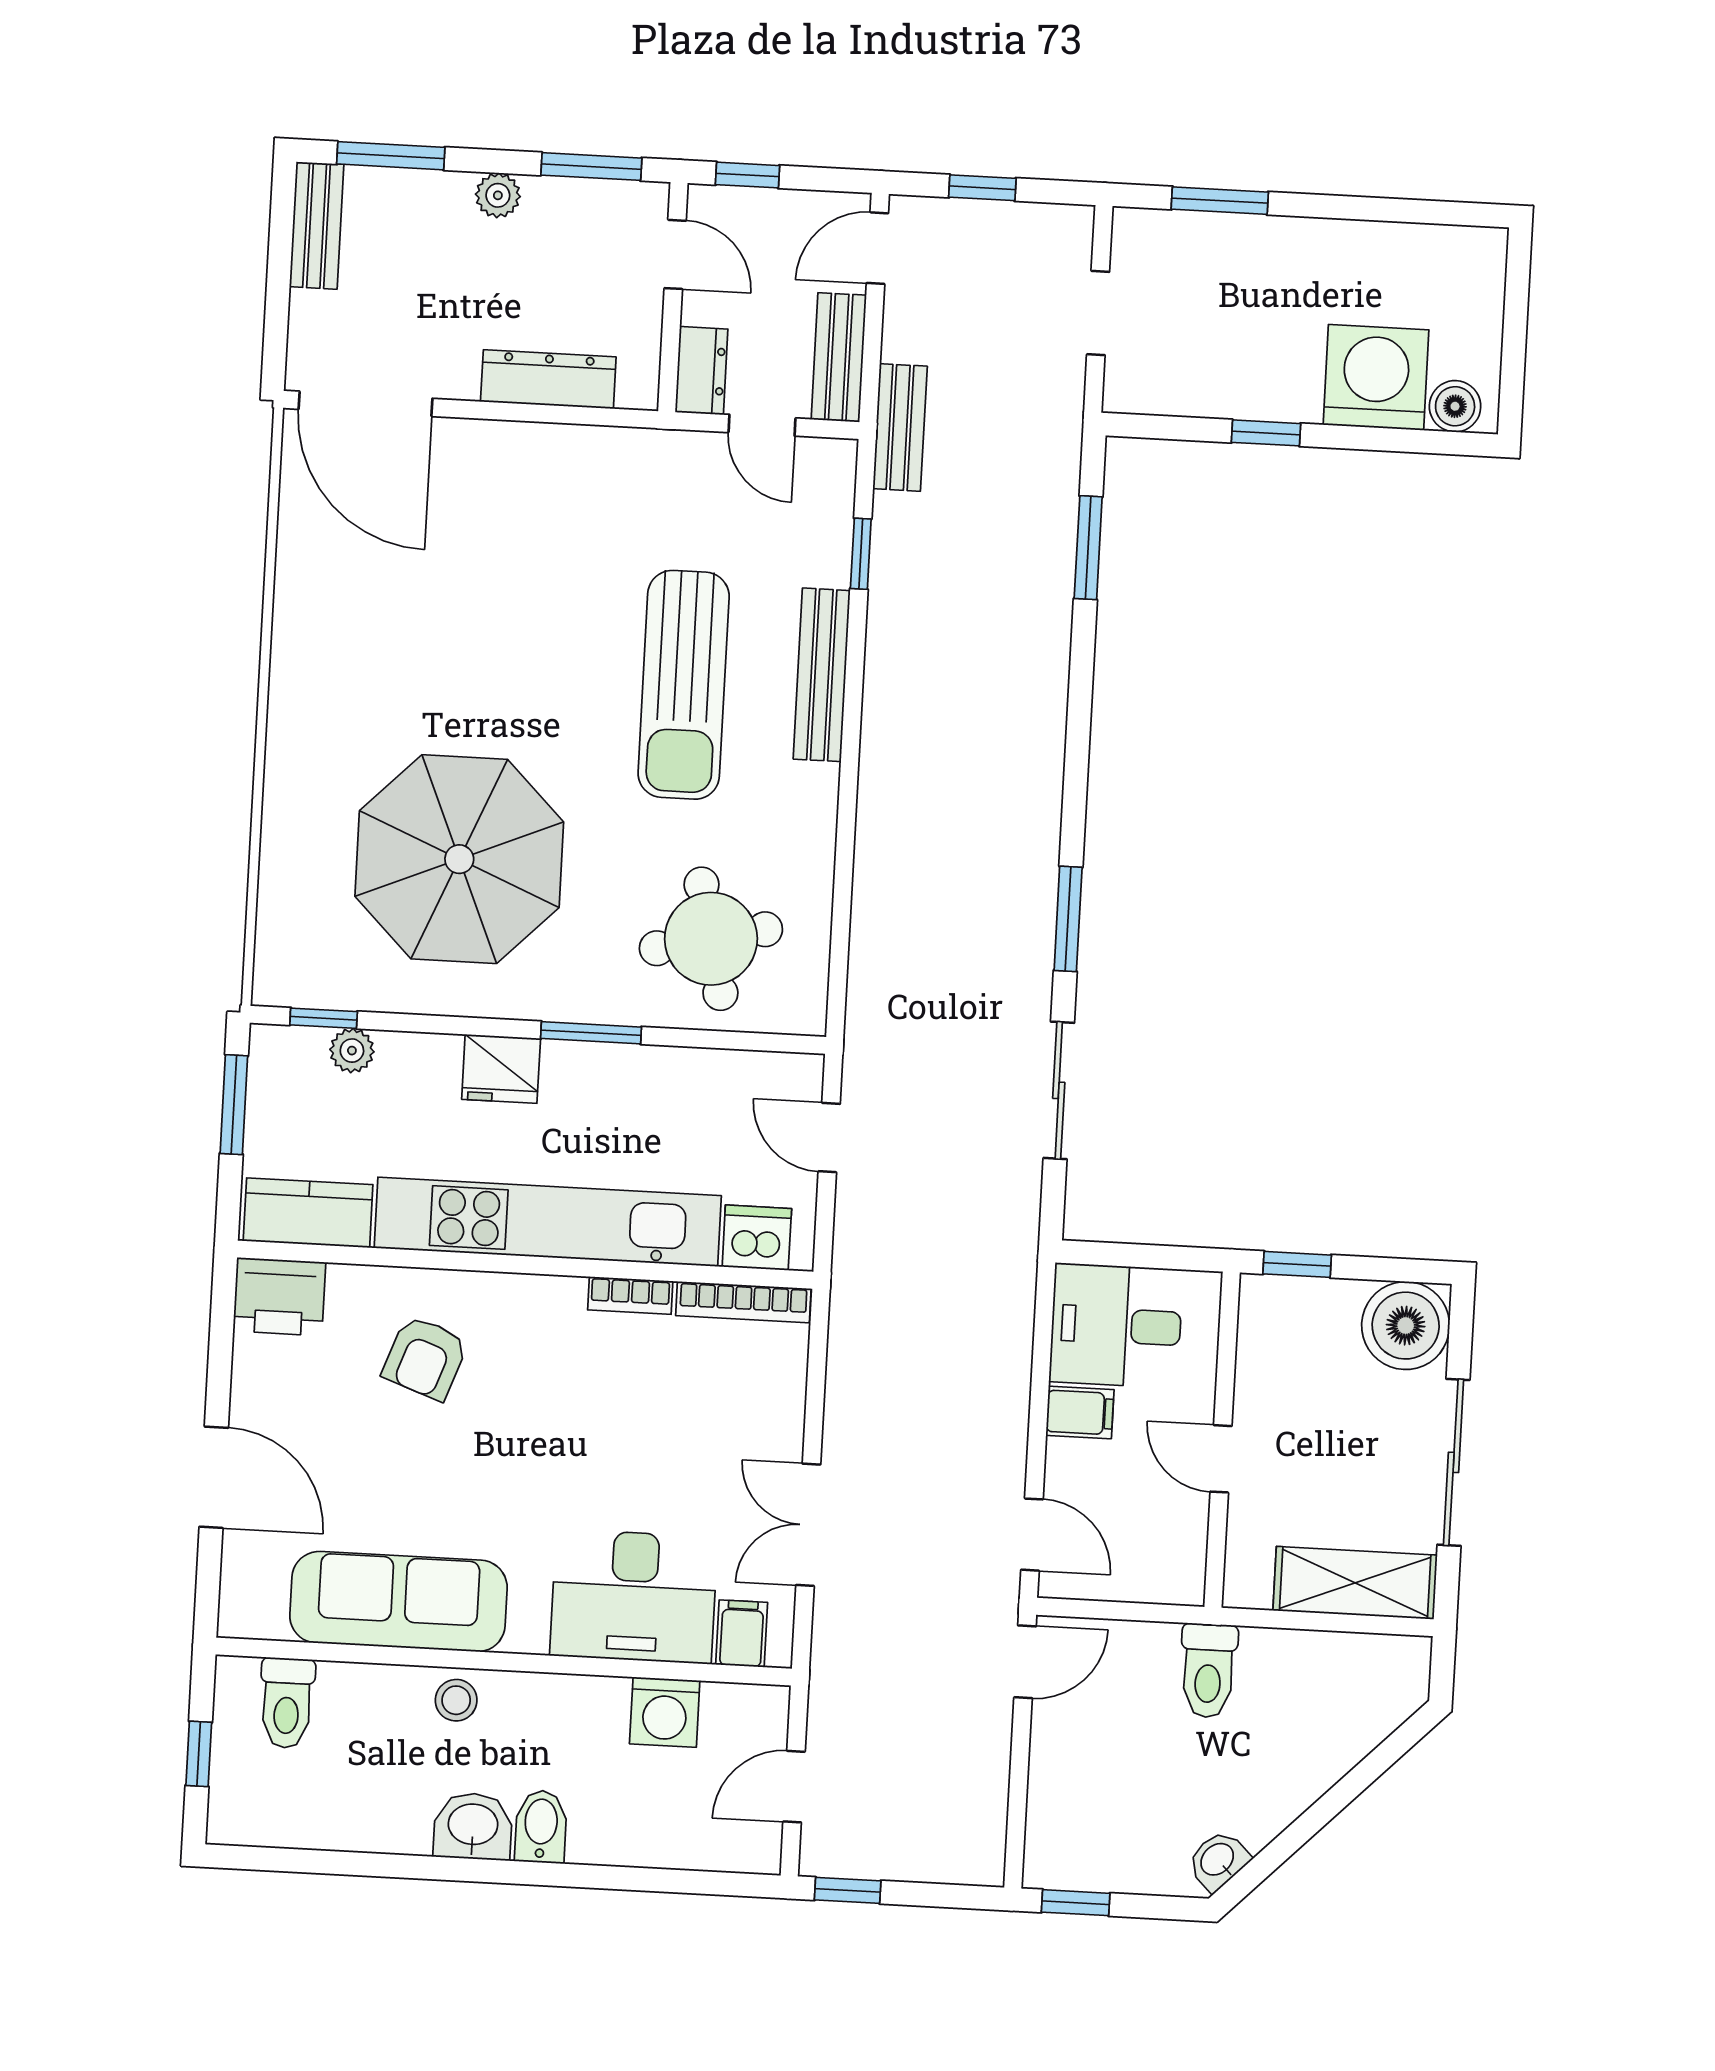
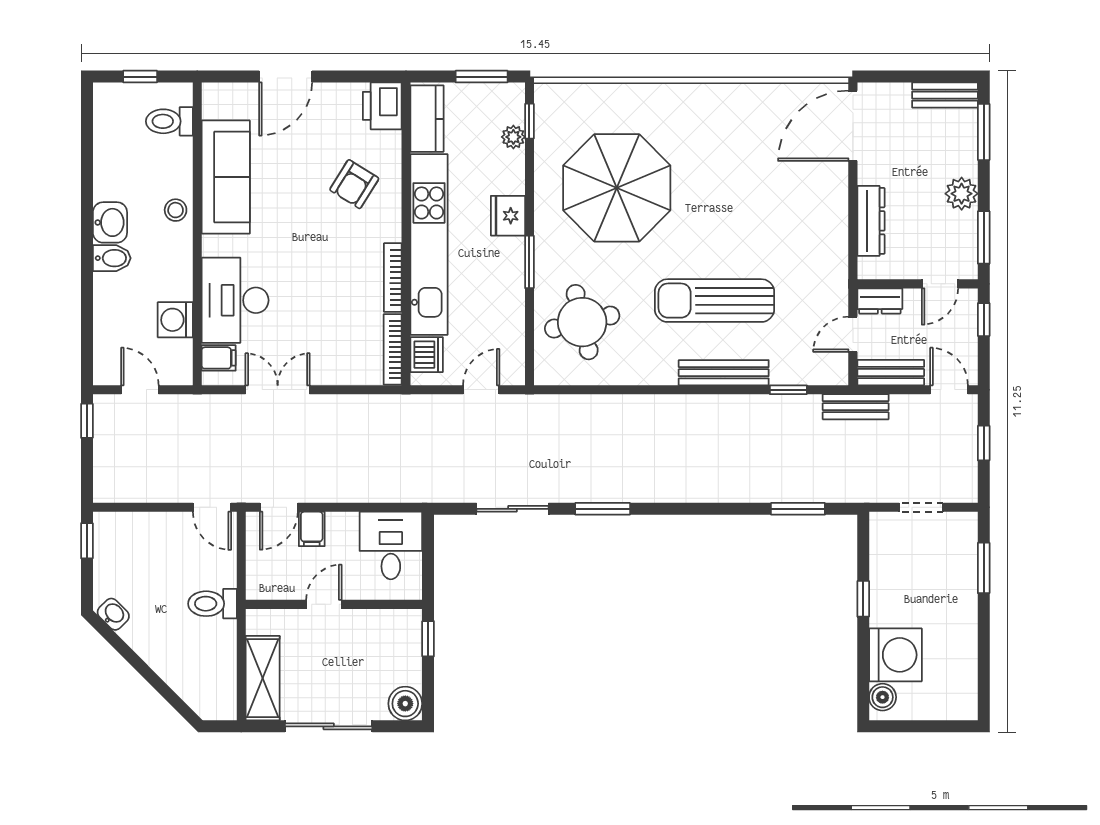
plant: (498, 195) -> (962, 194), width x1.38, depth x1.38
bookcase: (630, 1296) -> (393, 278), width x1.56
boiler: (1406, 1326) -> (405, 704), width x0.73, depth x0.73
armchair: (425, 1358) -> (354, 184), turned -78
filing cabinet: (1080, 1412) -> (312, 529), moved

